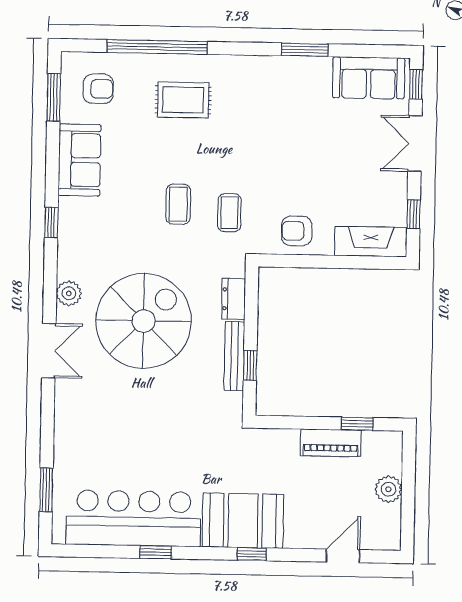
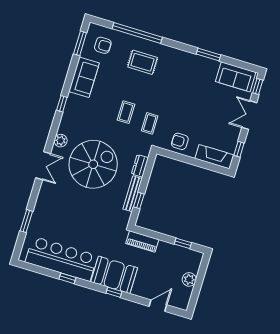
piano: (331, 443) -> (142, 241), moved
window: (46, 490) -> (26, 221), moved

